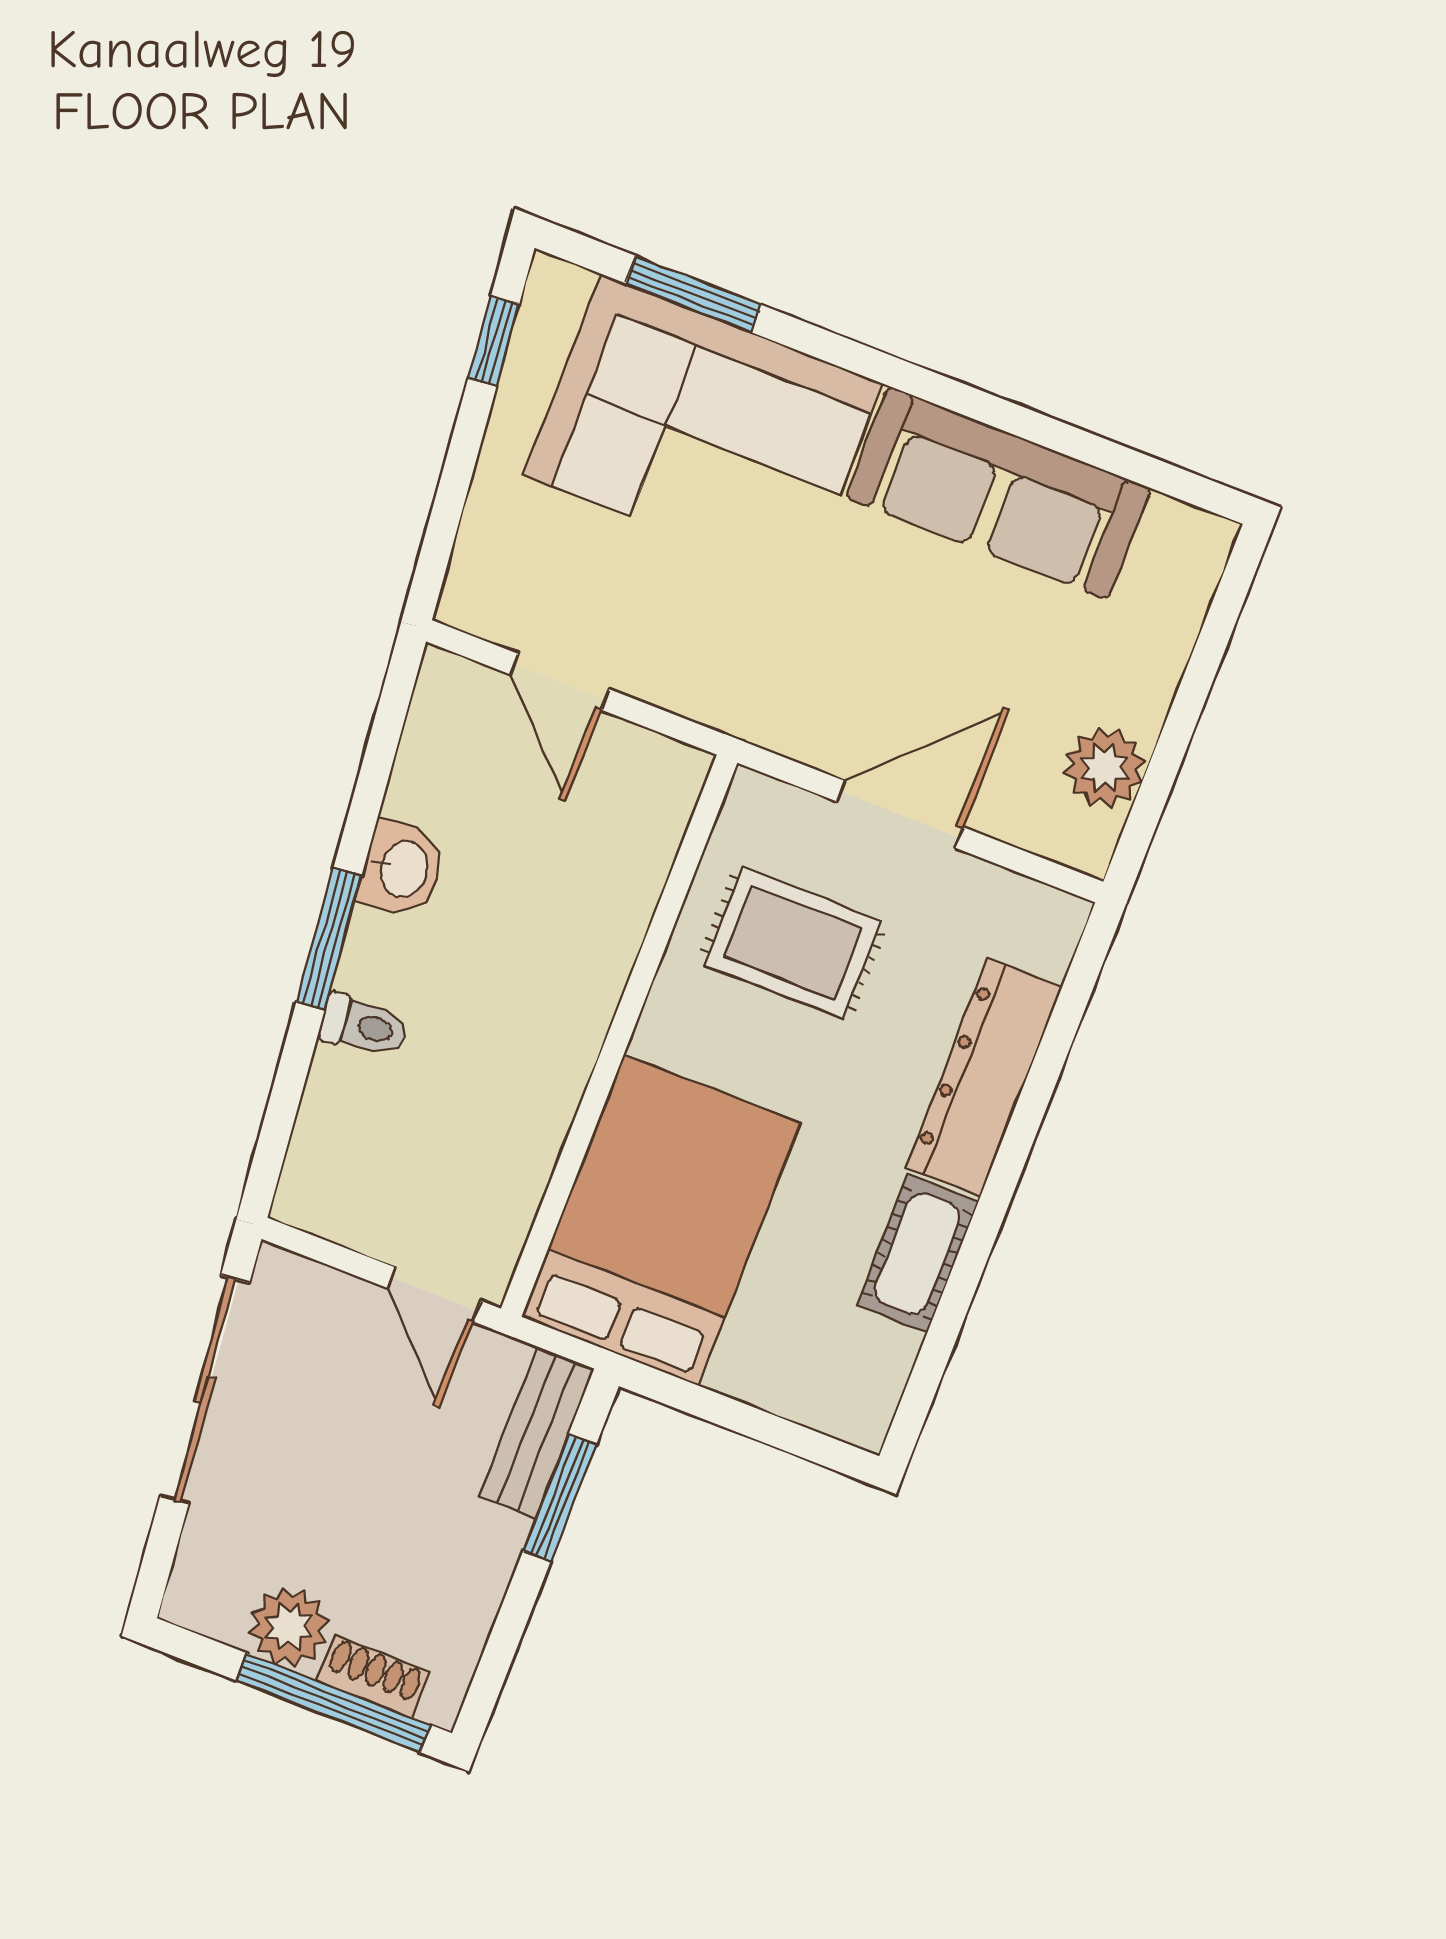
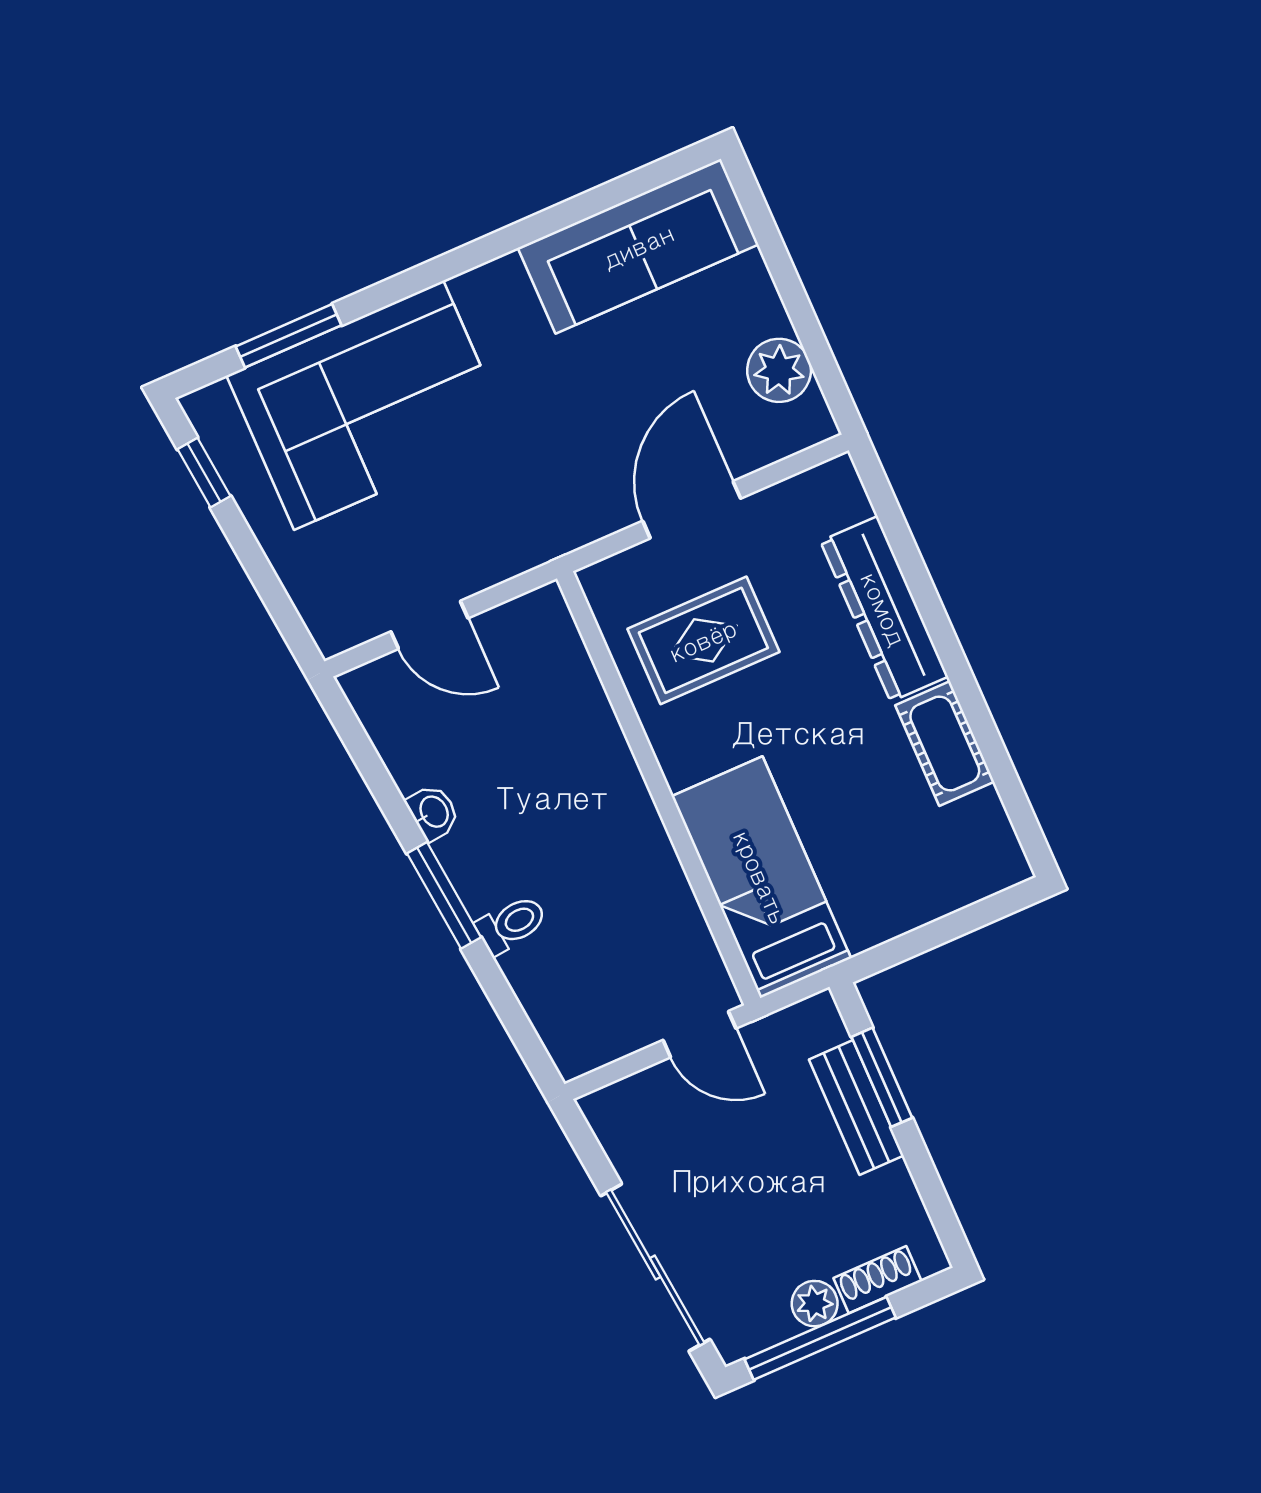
sofa: (998, 493) -> (638, 246), moved
washbasin: (402, 869) -> (433, 812), width x0.72, depth x0.69
bed: (661, 1220) -> (761, 877), width x0.67
sliding door: (205, 1390) -> (655, 1267), moved
bench: (536, 1433) -> (856, 1108), moved
plant: (289, 1627) -> (815, 1304), width x0.73, depth x0.73
window: (334, 1703) -> (820, 1338), moved

